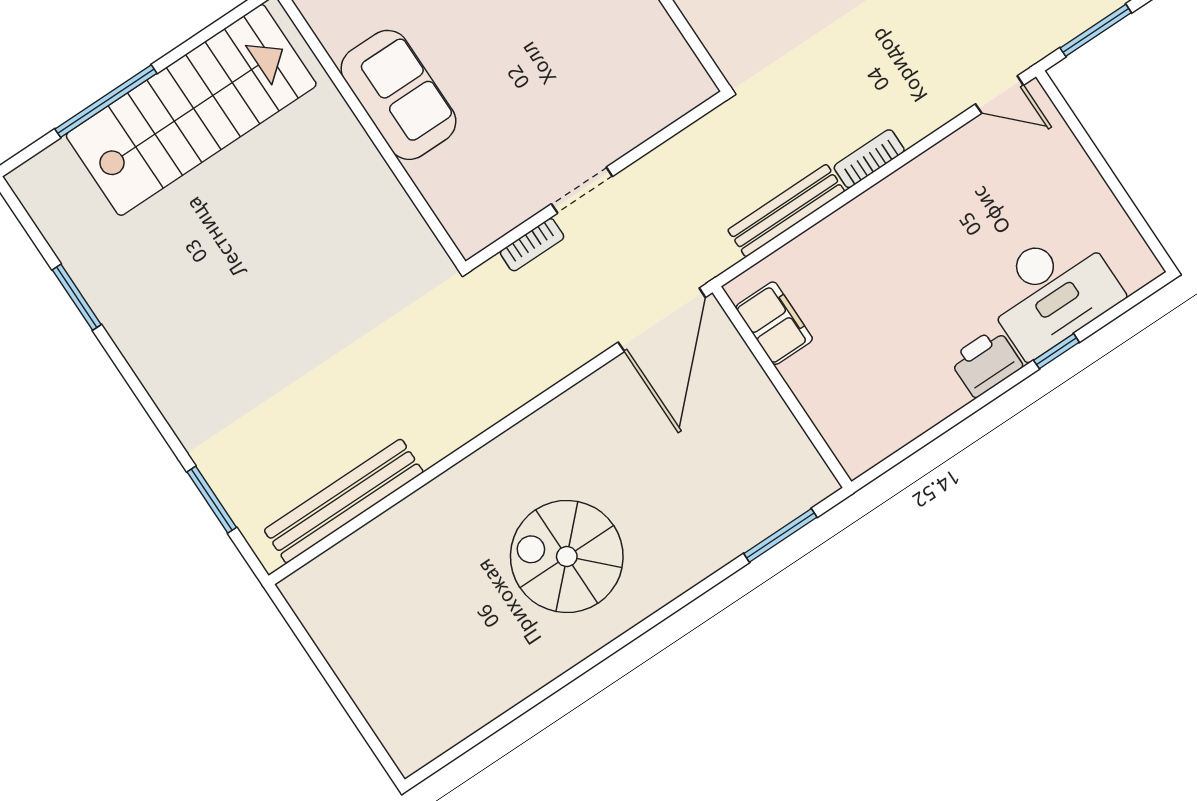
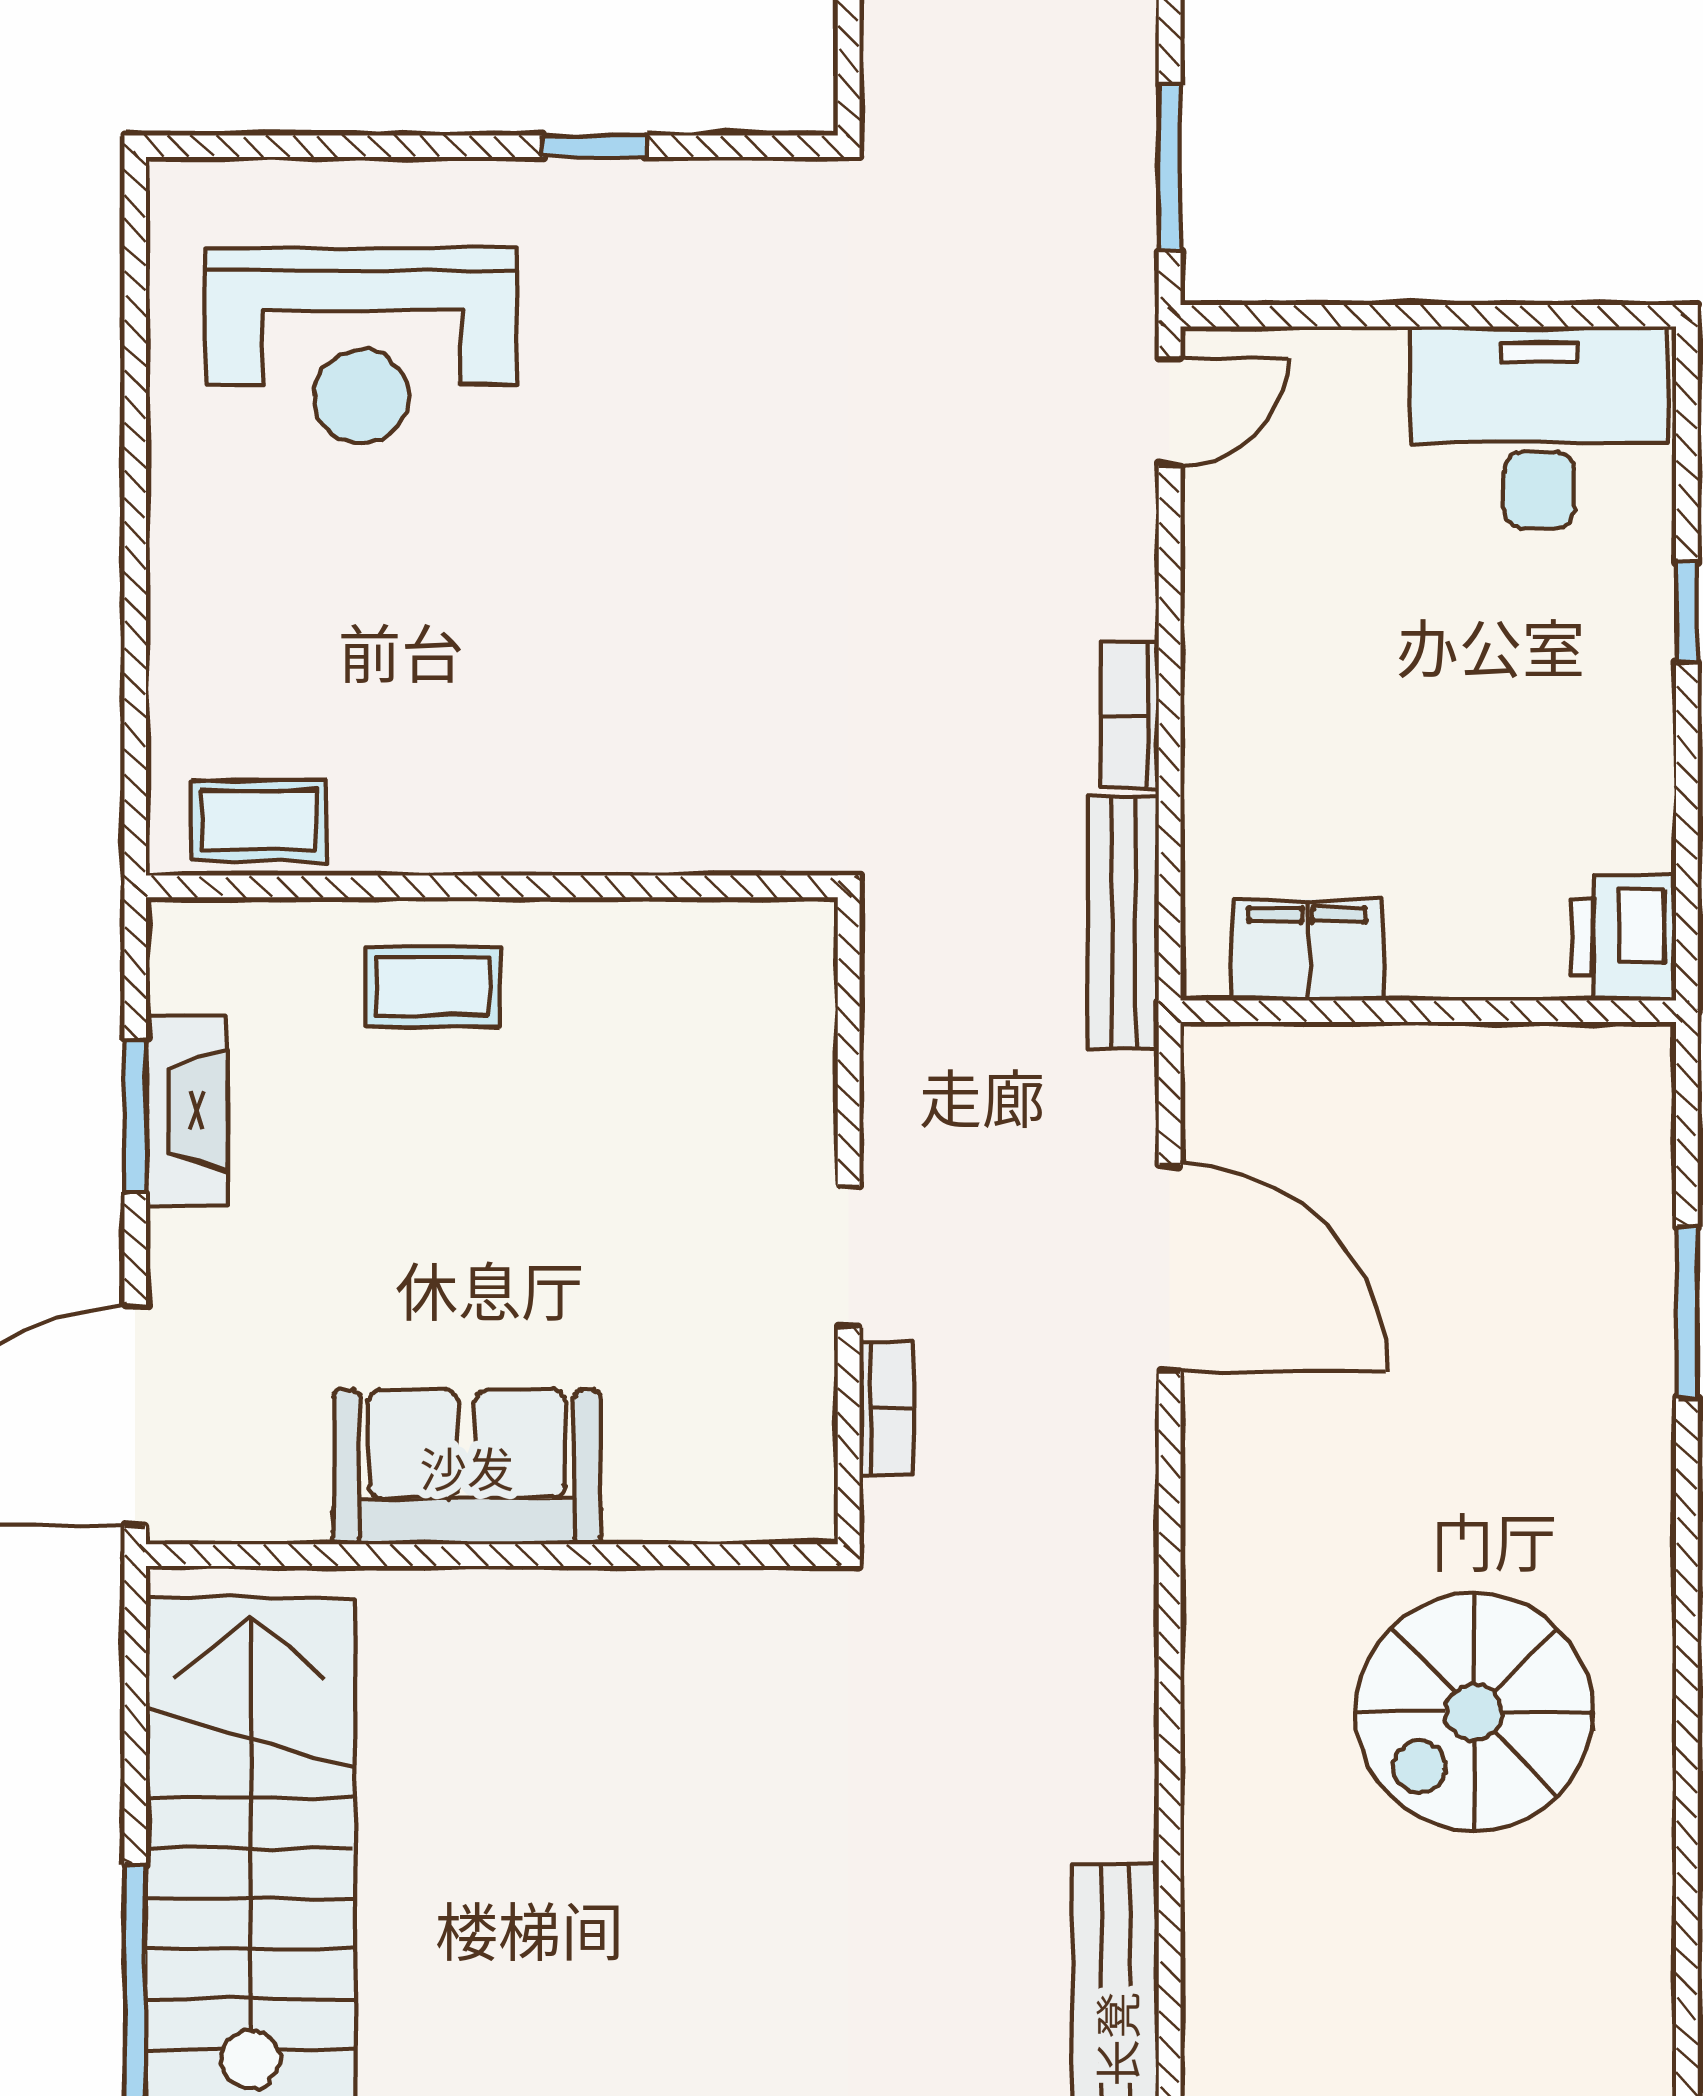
desk: (1051, 291) -> (1539, 427), moved, turned -90
filing cabinet: (774, 323) -> (1307, 950), moved
printer: (986, 363) -> (1624, 938), moved
wall: (782, 387) -> (1428, 1011), moved

